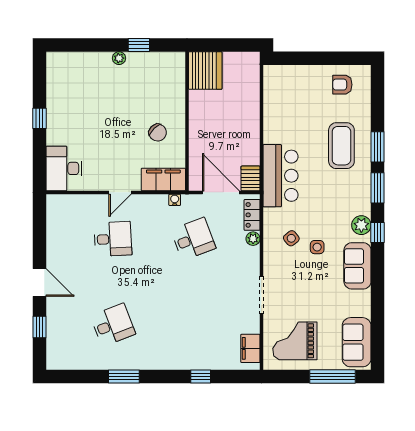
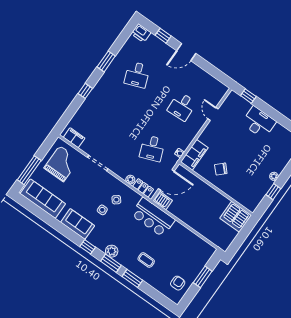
window: (312, 58) -> (203, 277), added
window: (40, 118) -> (248, 96), moved
coffee table: (341, 146) -> (146, 260), width x0.54, depth x0.58
desk: (64, 168) -> (259, 122), moved
door: (120, 192) -> (213, 114), moved
plant: (361, 225) -> (112, 251), moved
sofa: (357, 342) -> (43, 199), width x1.36
printer: (56, 358) -> (141, 33), added
window: (201, 376) -> (85, 91), moved

